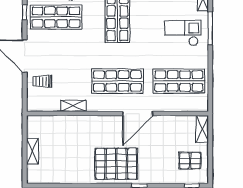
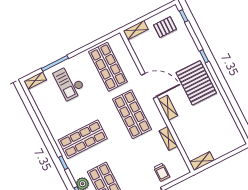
shelving: (106, 121) -> (168, 108), added
shelving: (32, 151) -> (202, 161), moved
pallet: (190, 161) -> (165, 27), turned 90

